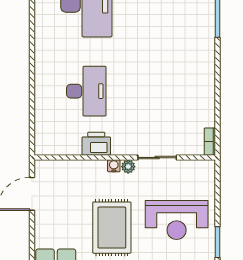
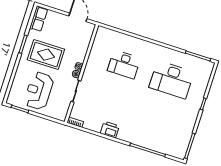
printer: (96, 144) -> (110, 130), moved, turned -90

